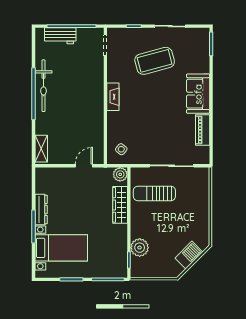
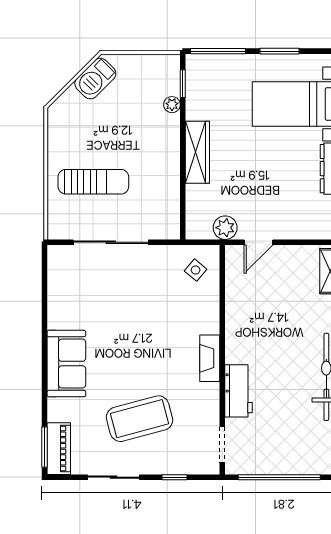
workbench: (60, 36) -> (239, 391), moved, turned 90
piano: (203, 130) -> (59, 449), moved
plant: (120, 174) -> (225, 228), moved
sun lounger: (154, 193) -> (93, 182), moved
wardrobe: (120, 205) -> (197, 152), moved
plant: (140, 248) -> (172, 105), width x0.53, depth x0.53
barbecue: (189, 255) -> (95, 79), moved

